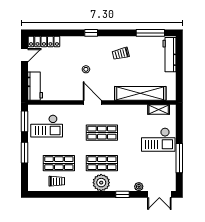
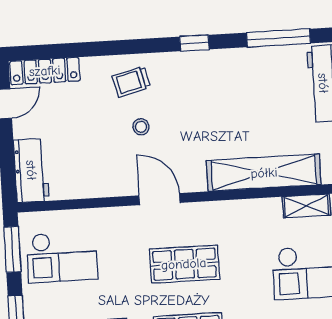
window: (91, 33) -> (194, 43), moved
trolley: (121, 54) -> (131, 82), moved

